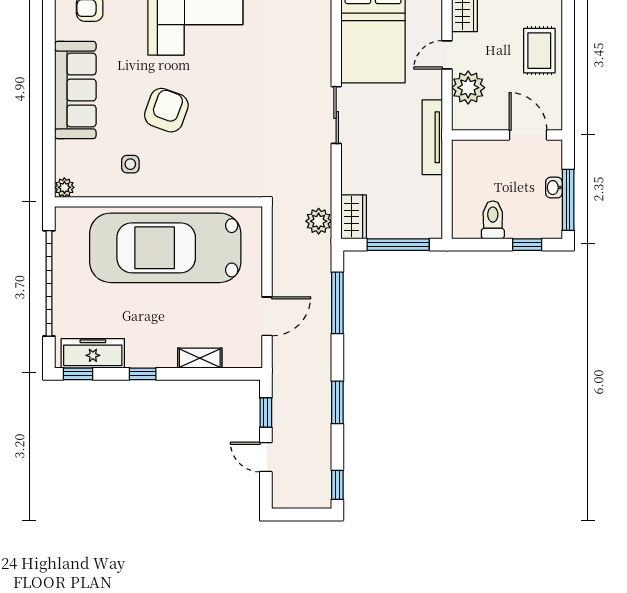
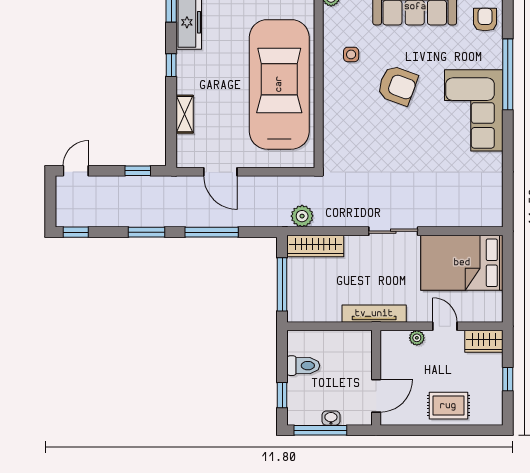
plant: (468, 88) -> (417, 338), width x0.53, depth x0.53
wardrobe: (354, 217) -> (315, 246), width x1.50
window: (337, 303) -> (212, 232), moved
door: (266, 457) -> (76, 171), moved

